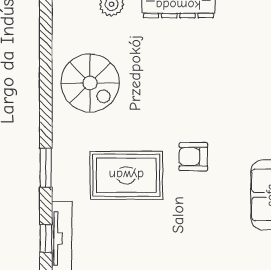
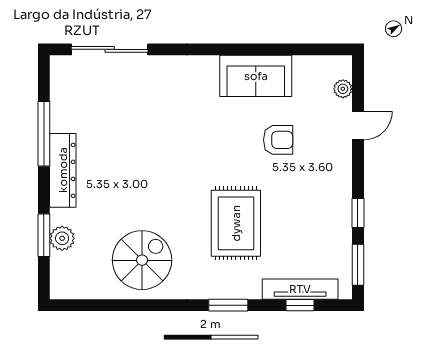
armchair: (193, 157) -> (278, 140), moved, turned -90

